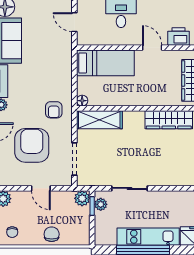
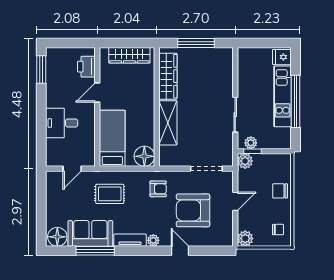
rug: (49, 60) -> (110, 194), added
floor lamp: (82, 101) -> (144, 156), width x1.89, depth x1.89
shelving: (99, 120) -> (168, 123), moved

